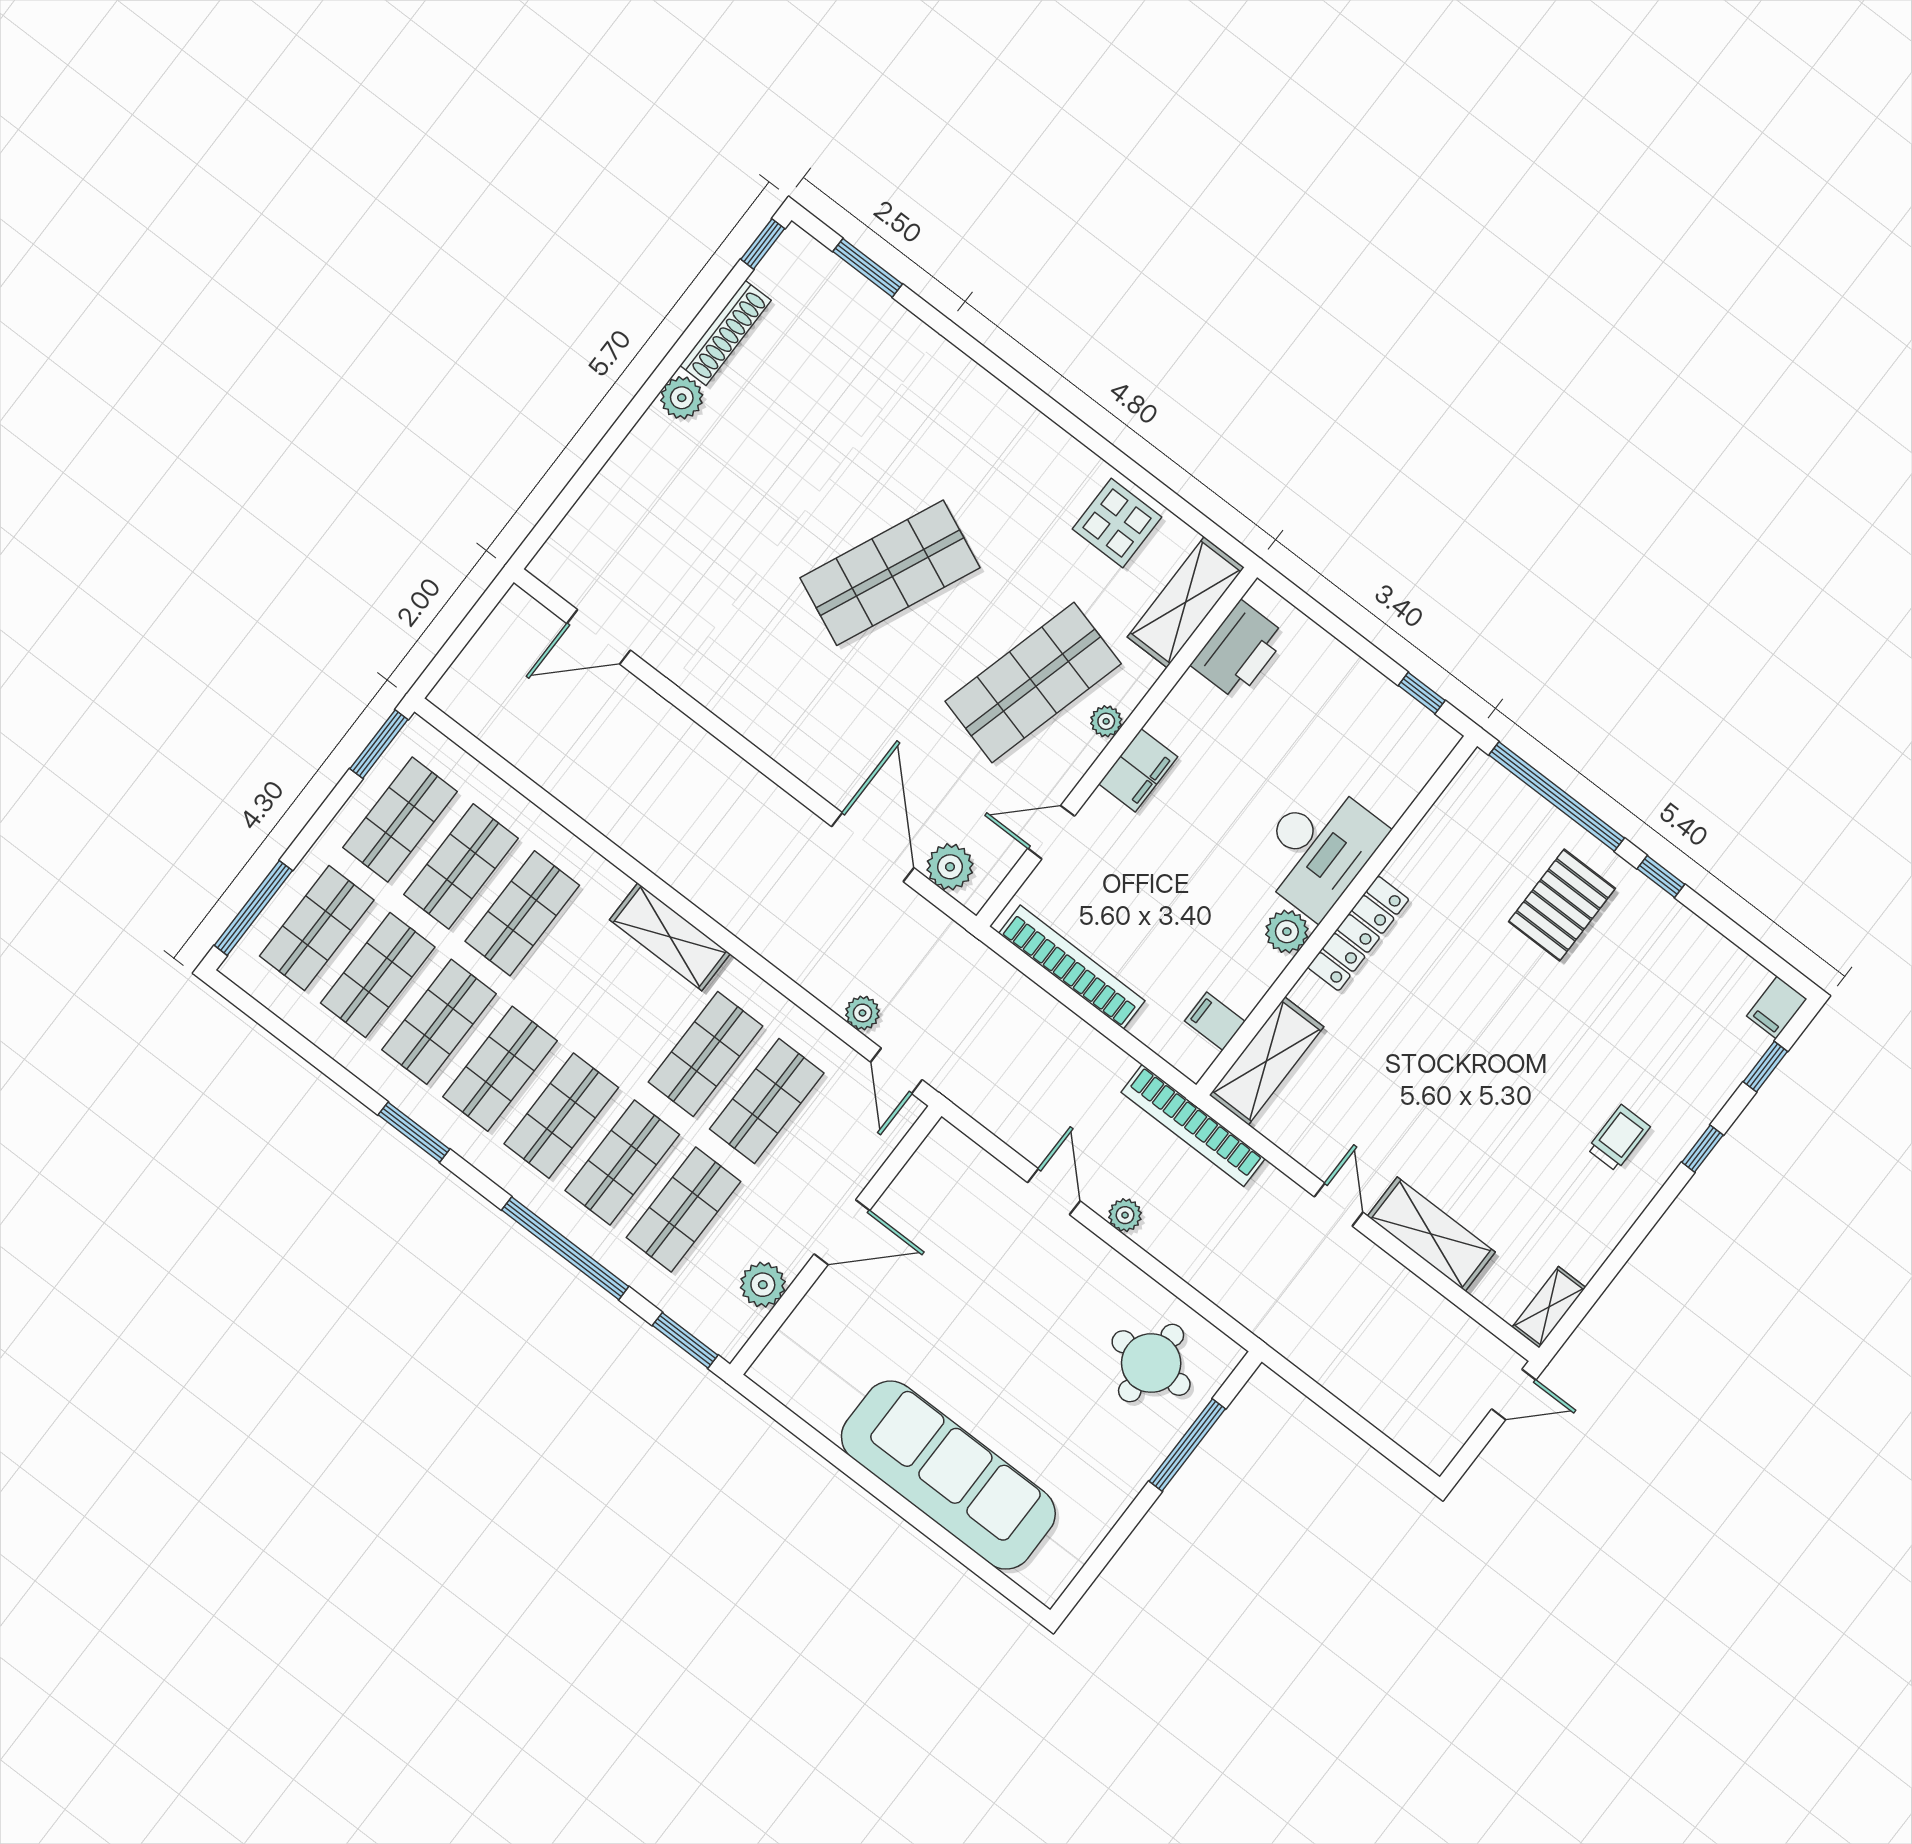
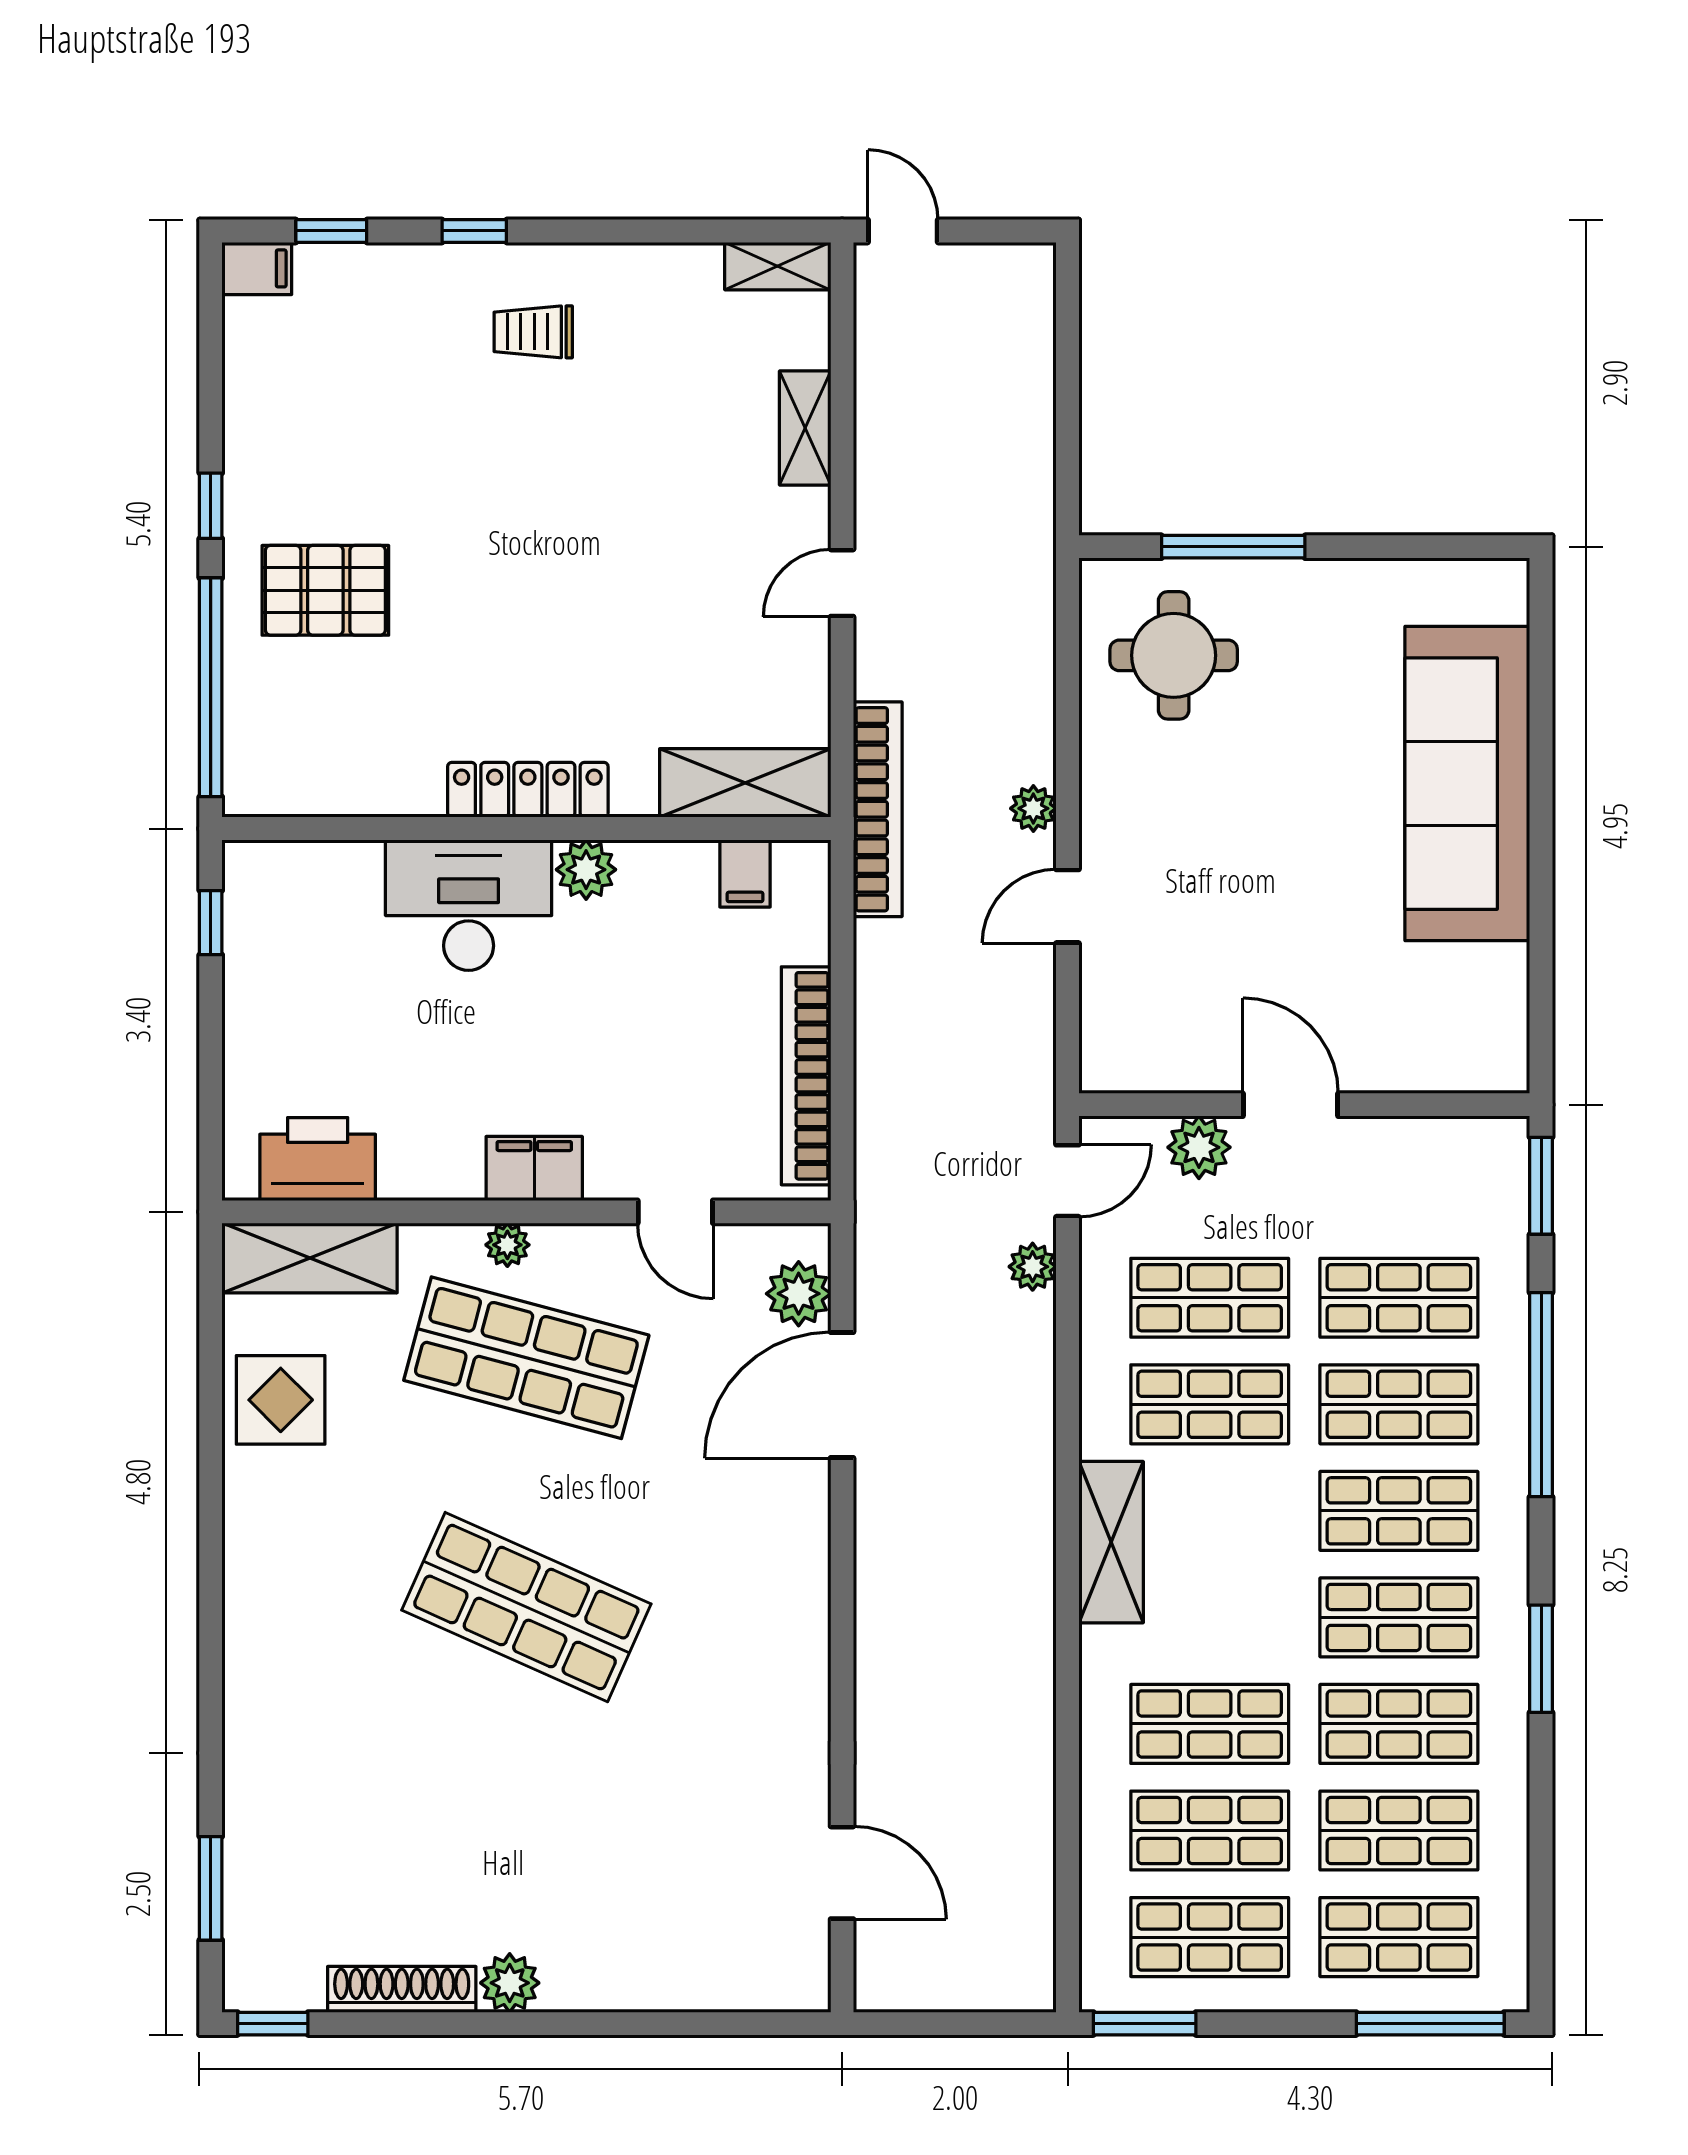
shelving: (1431, 1234) -> (805, 428), width x0.67, depth x0.75
plant: (763, 1285) -> (1199, 1147), moved

